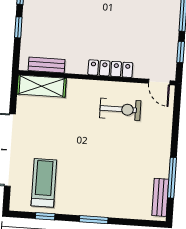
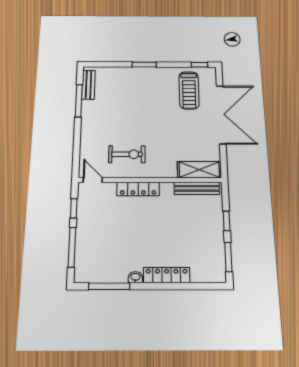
bench: (47, 65) -> (197, 188), width x1.36
exercise bike: (120, 109) -> (127, 154), turned 180
window: (45, 216) -> (199, 65), moved

